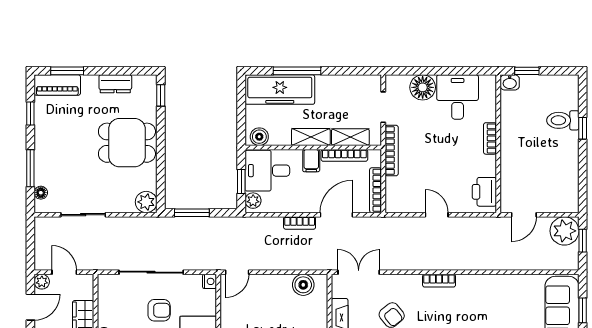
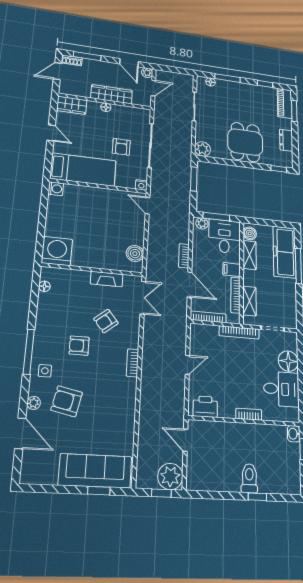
toilet: (563, 120) -> (249, 478), moved
shelving: (311, 137) -> (250, 255), moved
window: (241, 182) -> (216, 217), width x1.50

